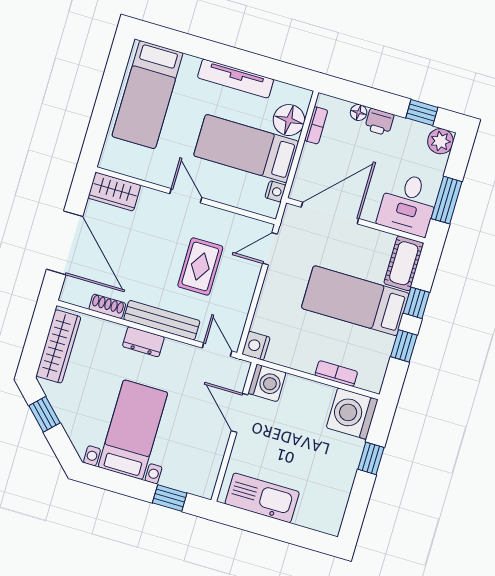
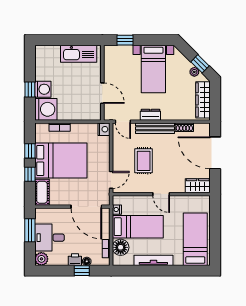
window: (422, 113) -> (82, 271), moved
desk: (408, 204) -> (49, 238), moved, turned -90
door: (330, 213) -> (86, 207), hinge flipped
bed: (355, 301) -> (61, 160), width x1.50
dresser: (143, 342) -> (150, 115), moved
washing machine: (267, 383) -> (43, 89), moved, turned 180
plant: (59, 403) -> (194, 72), added

